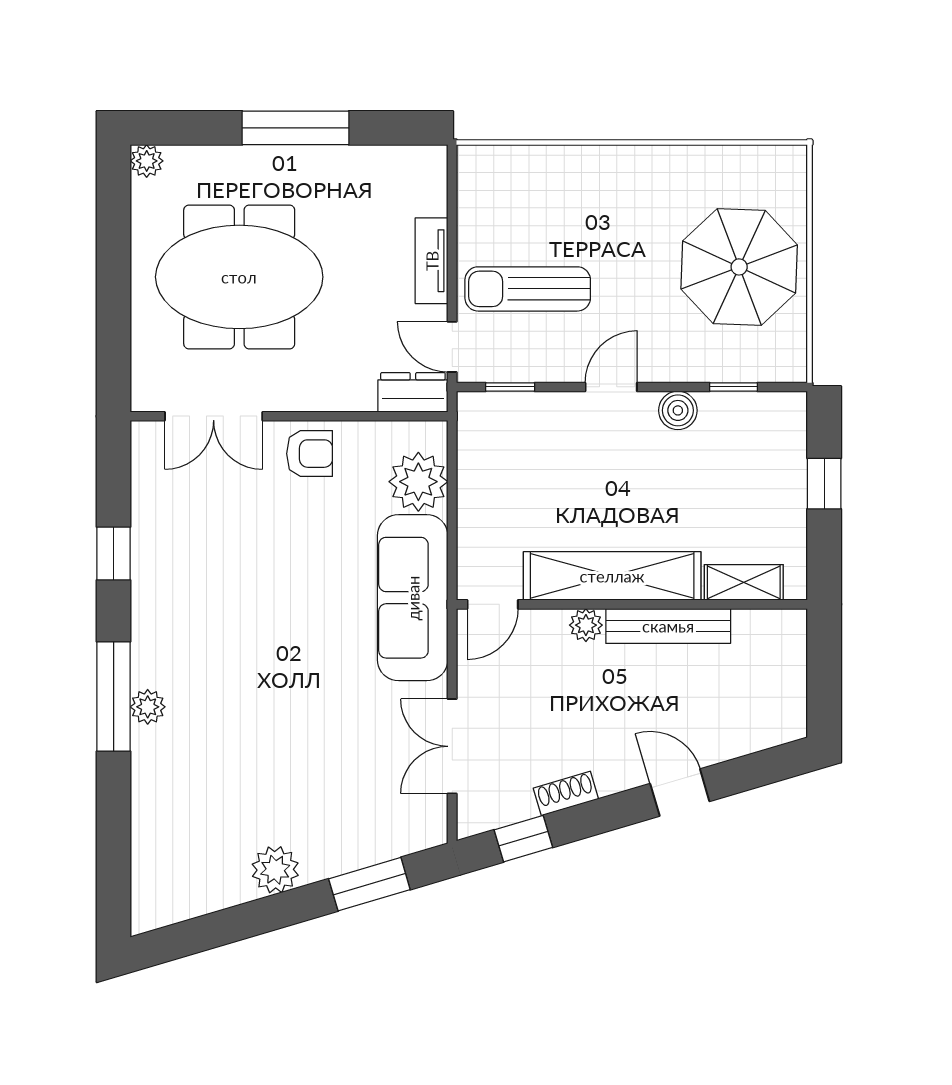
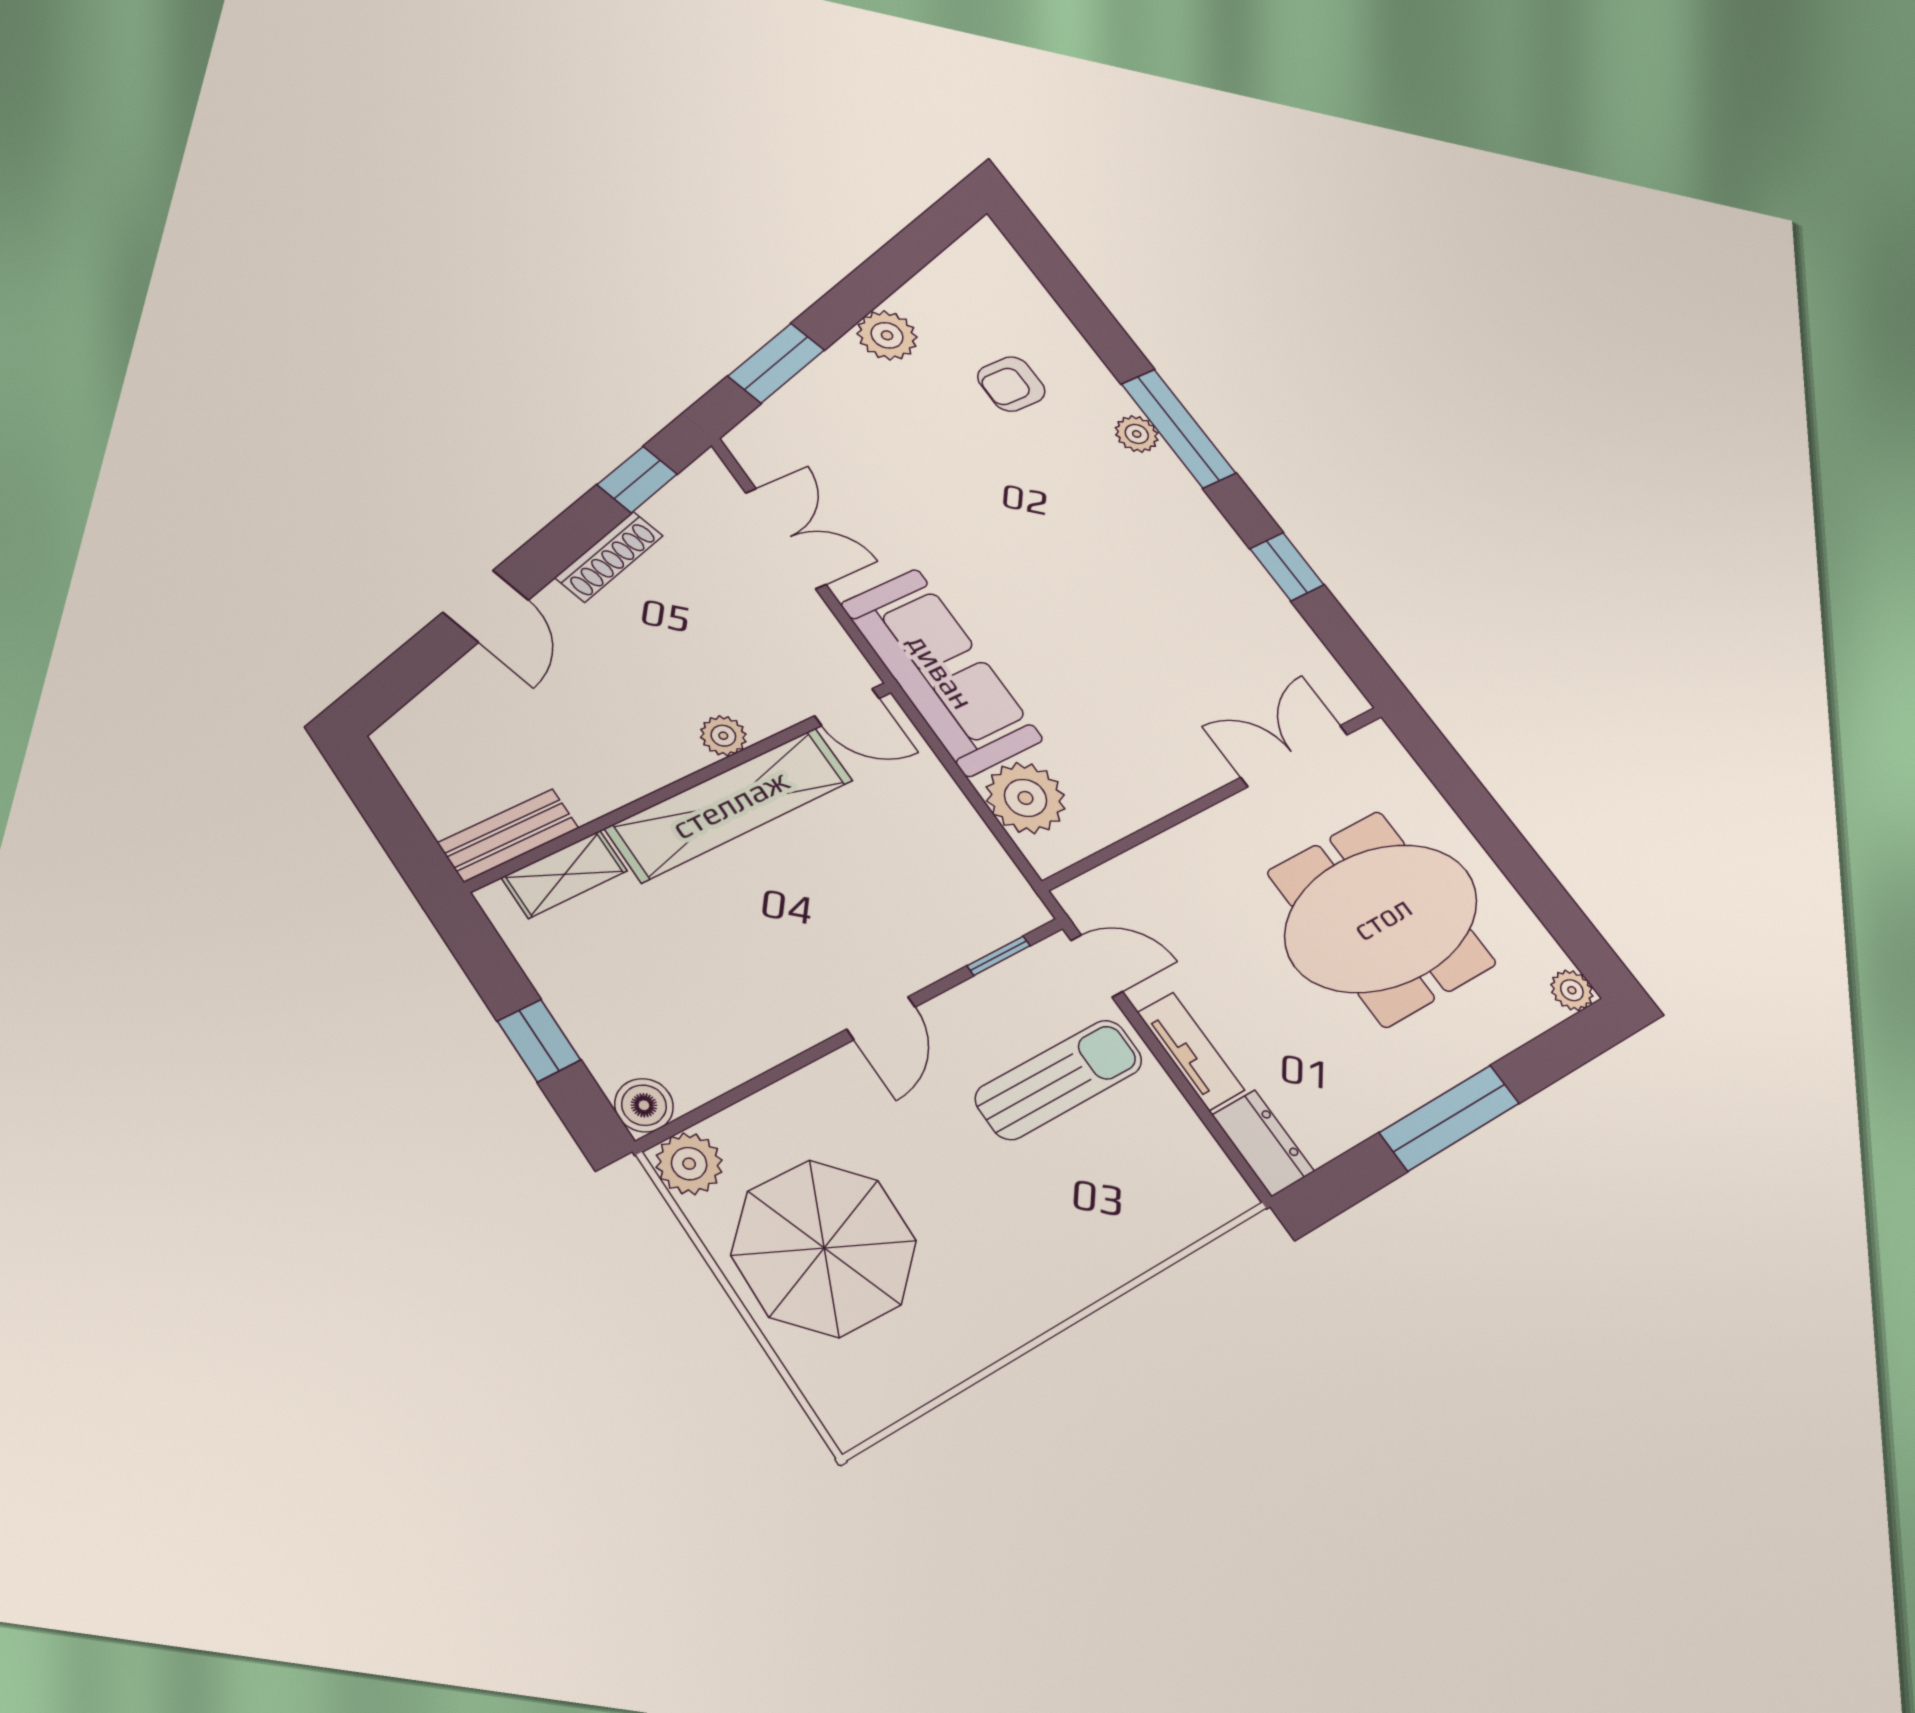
plant: (785, 361) -> (689, 1164), added
window: (733, 387) -> (732, 1097), removed
dresser: (413, 392) -> (1263, 1143), moved, turned -90
boiler: (678, 410) -> (644, 1105), moved
armchair: (310, 454) -> (1011, 384), moved
door: (493, 604) -> (847, 707), swing flipped
bench: (668, 626) -> (508, 835), moved, width x0.73
door: (680, 792) -> (486, 606), hinge flipped
shoe rack: (566, 794) -> (609, 557), width x1.43

